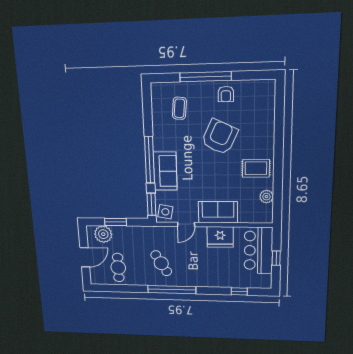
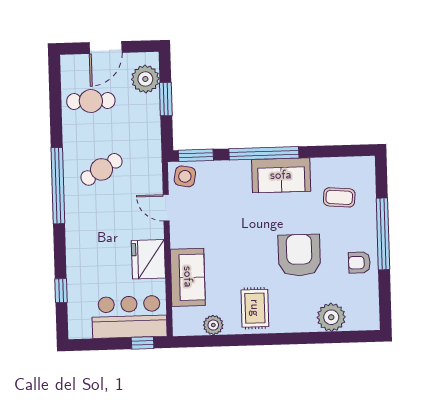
plant: (265, 115) -> (331, 317), added
armchair: (220, 137) -> (299, 255), turned -115
sofa: (165, 171) -> (281, 175), moved
sofa: (218, 212) -> (188, 277), moved
door: (85, 257) -> (106, 48), hinge flipped
window: (276, 258) -> (143, 343), moved

